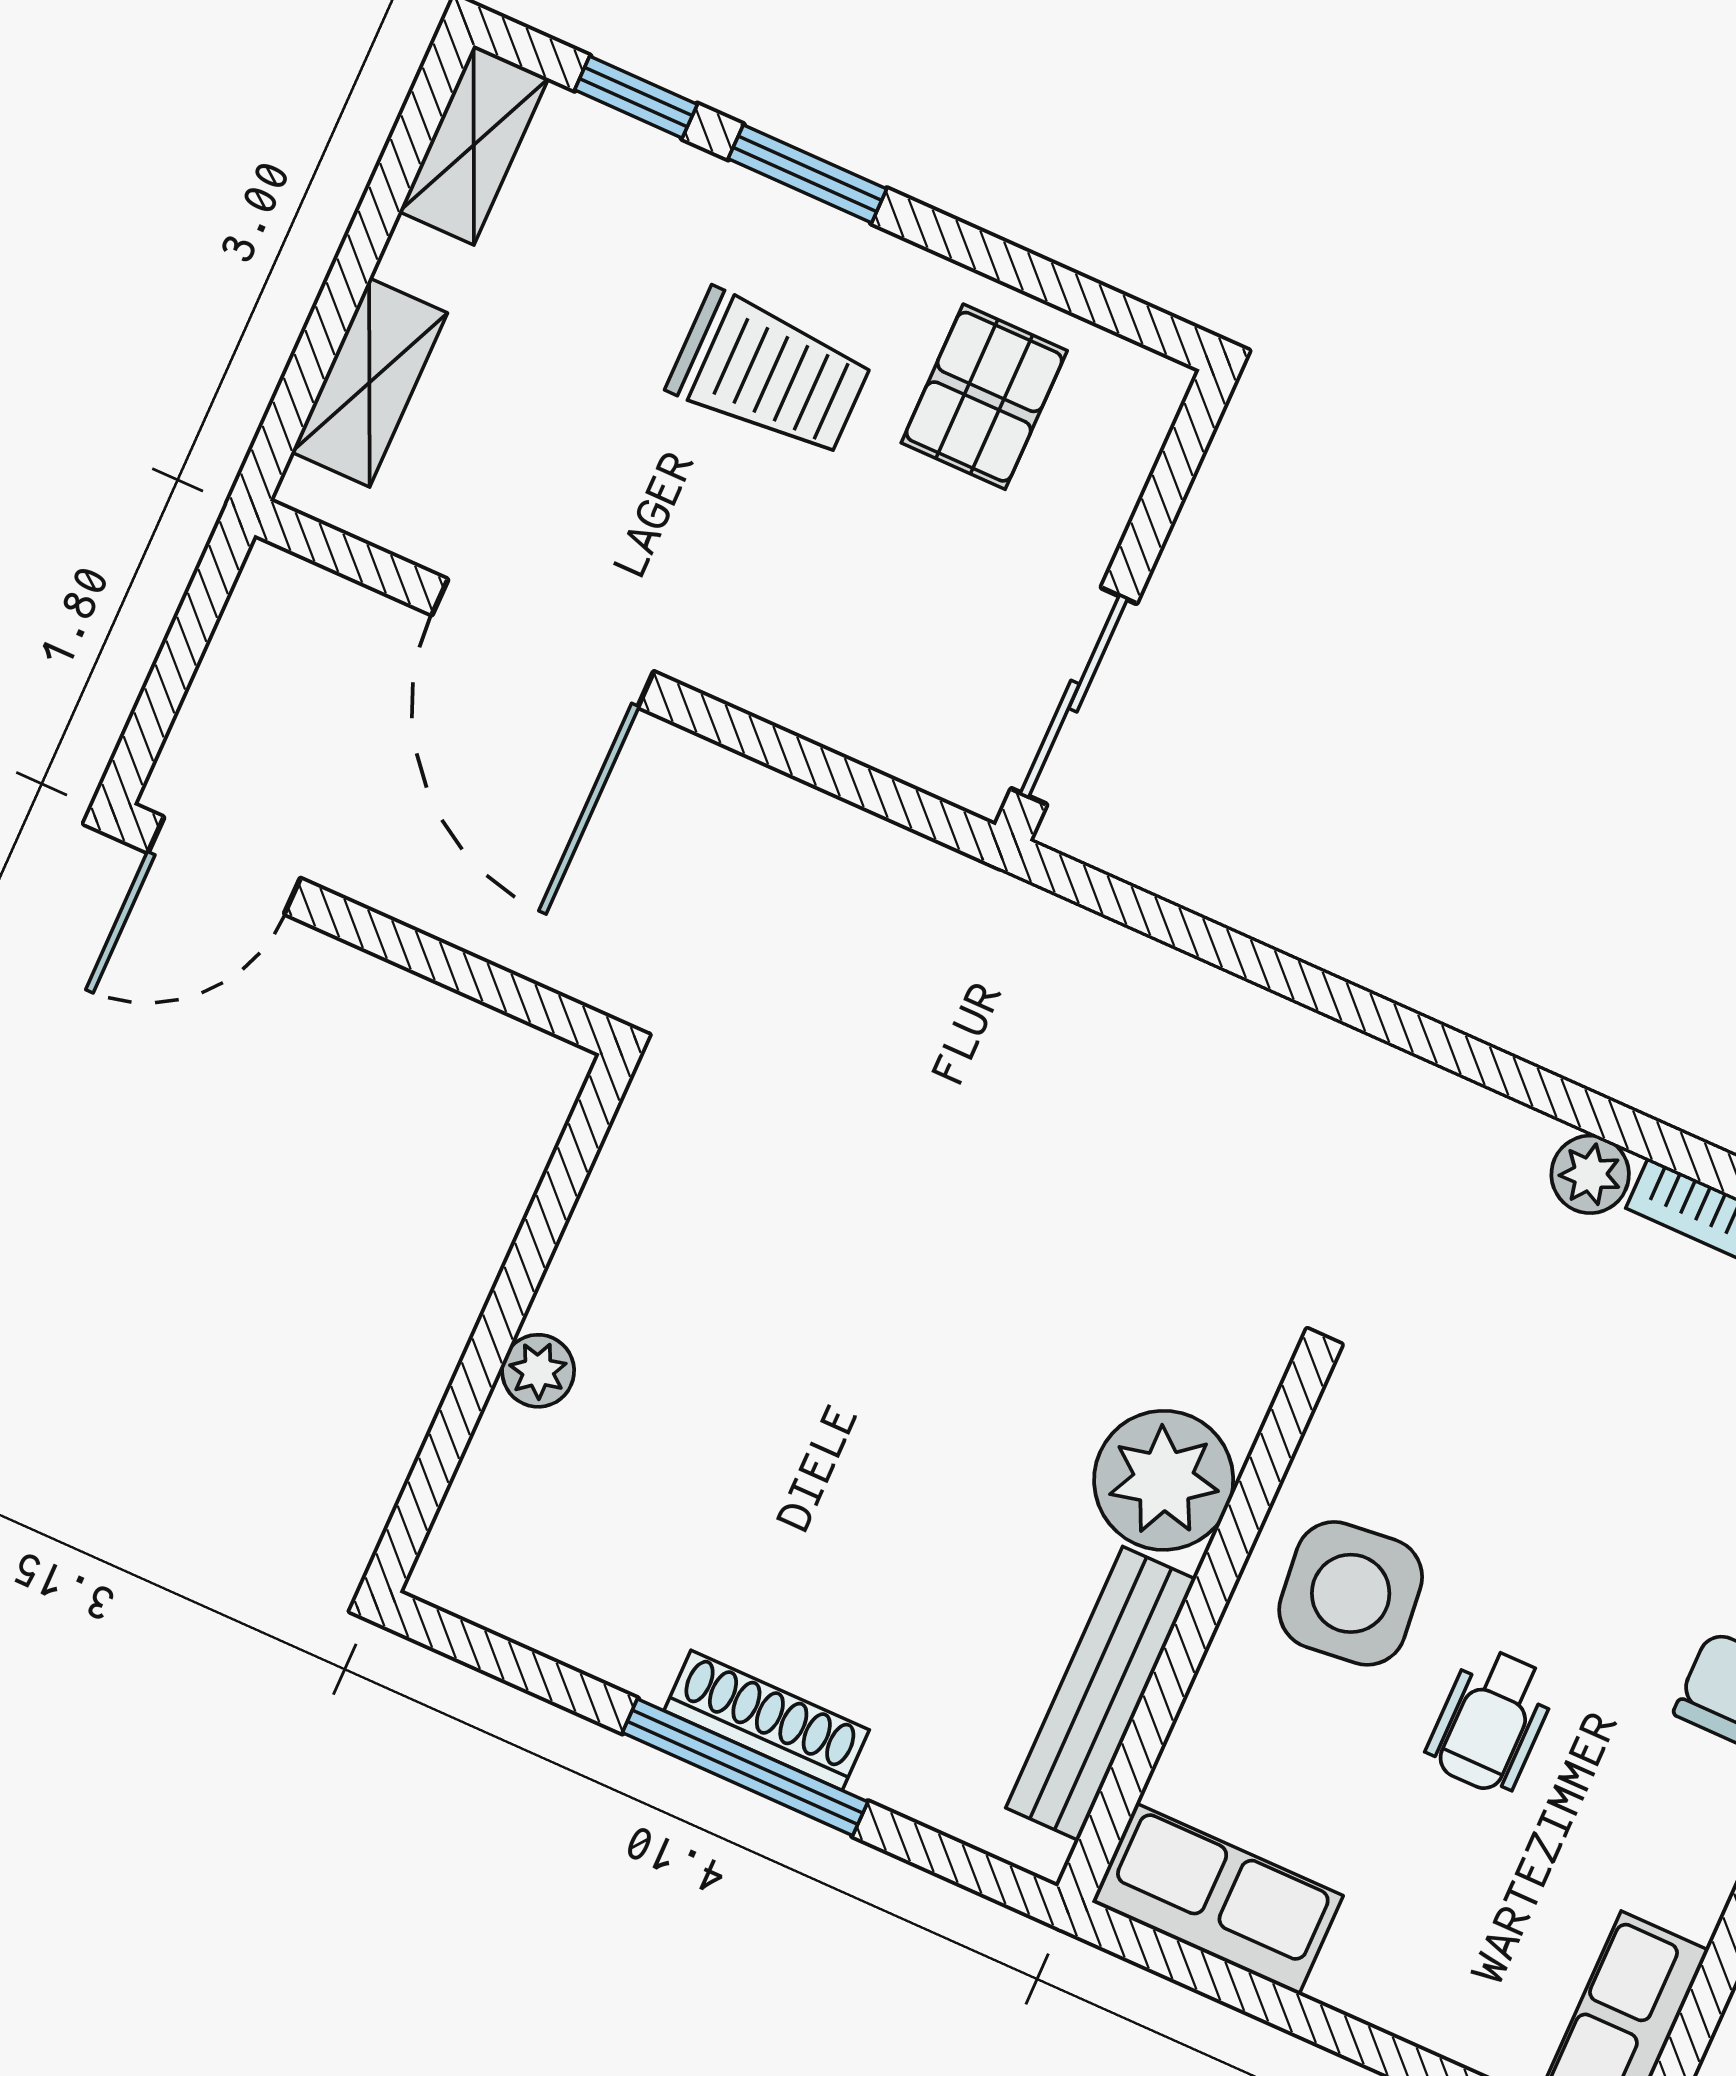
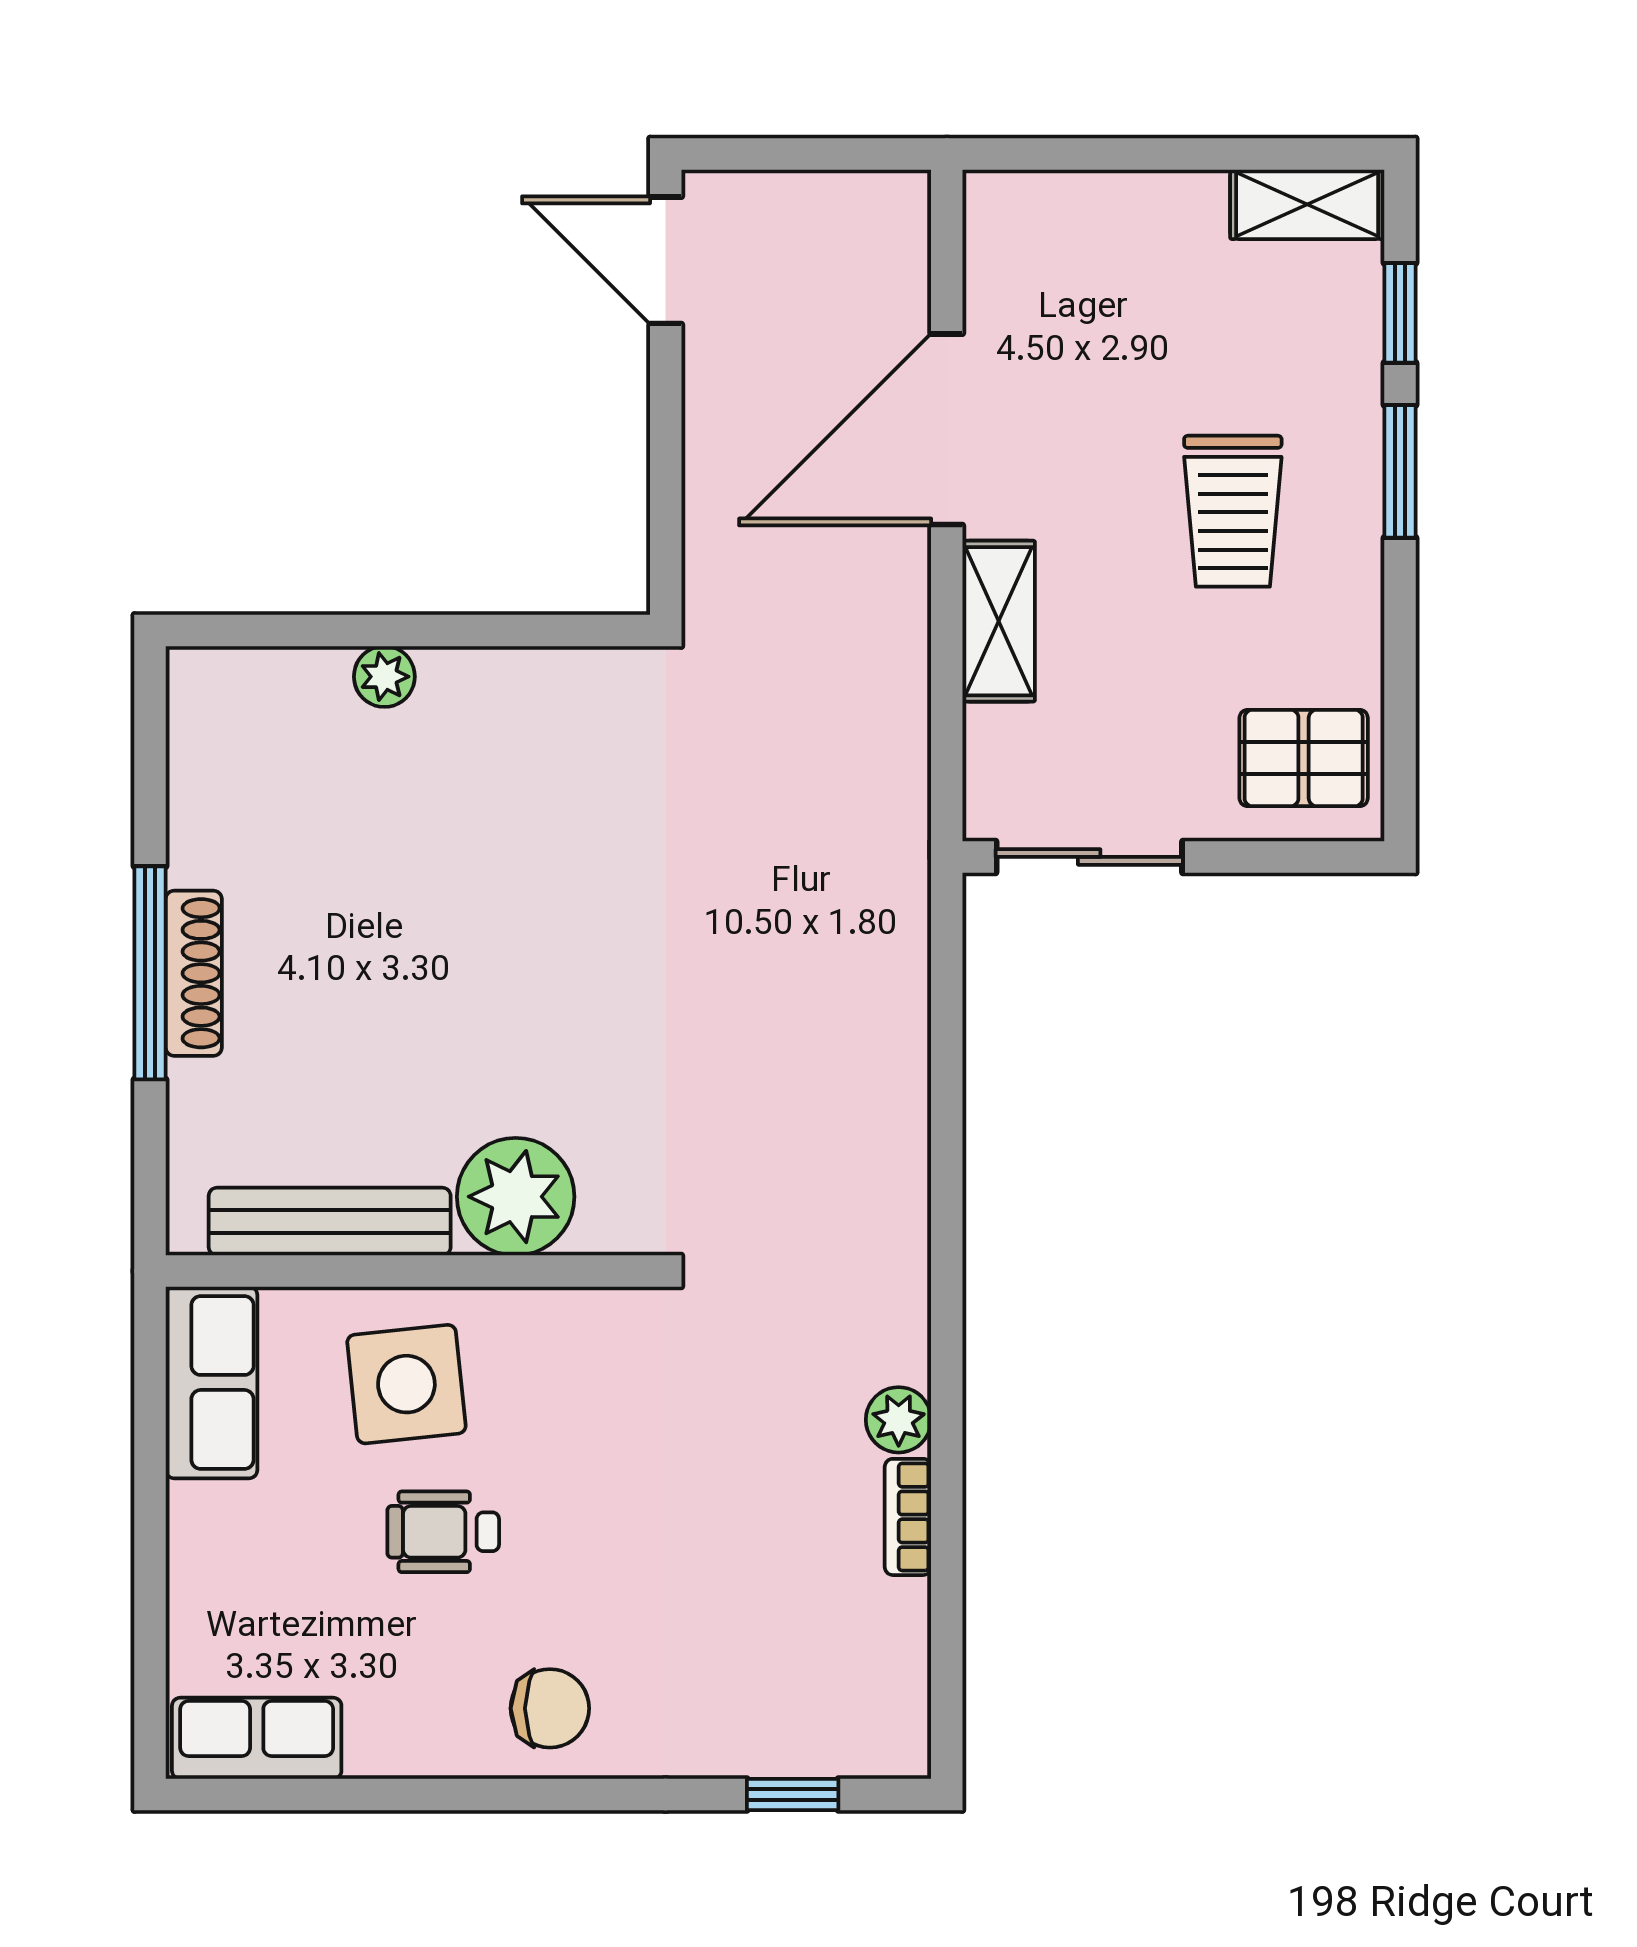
shelving: (369, 383) -> (999, 621), moved, turned 90
pallet: (984, 397) -> (1304, 758), moved
side table: (1351, 1593) -> (406, 1384), moved

